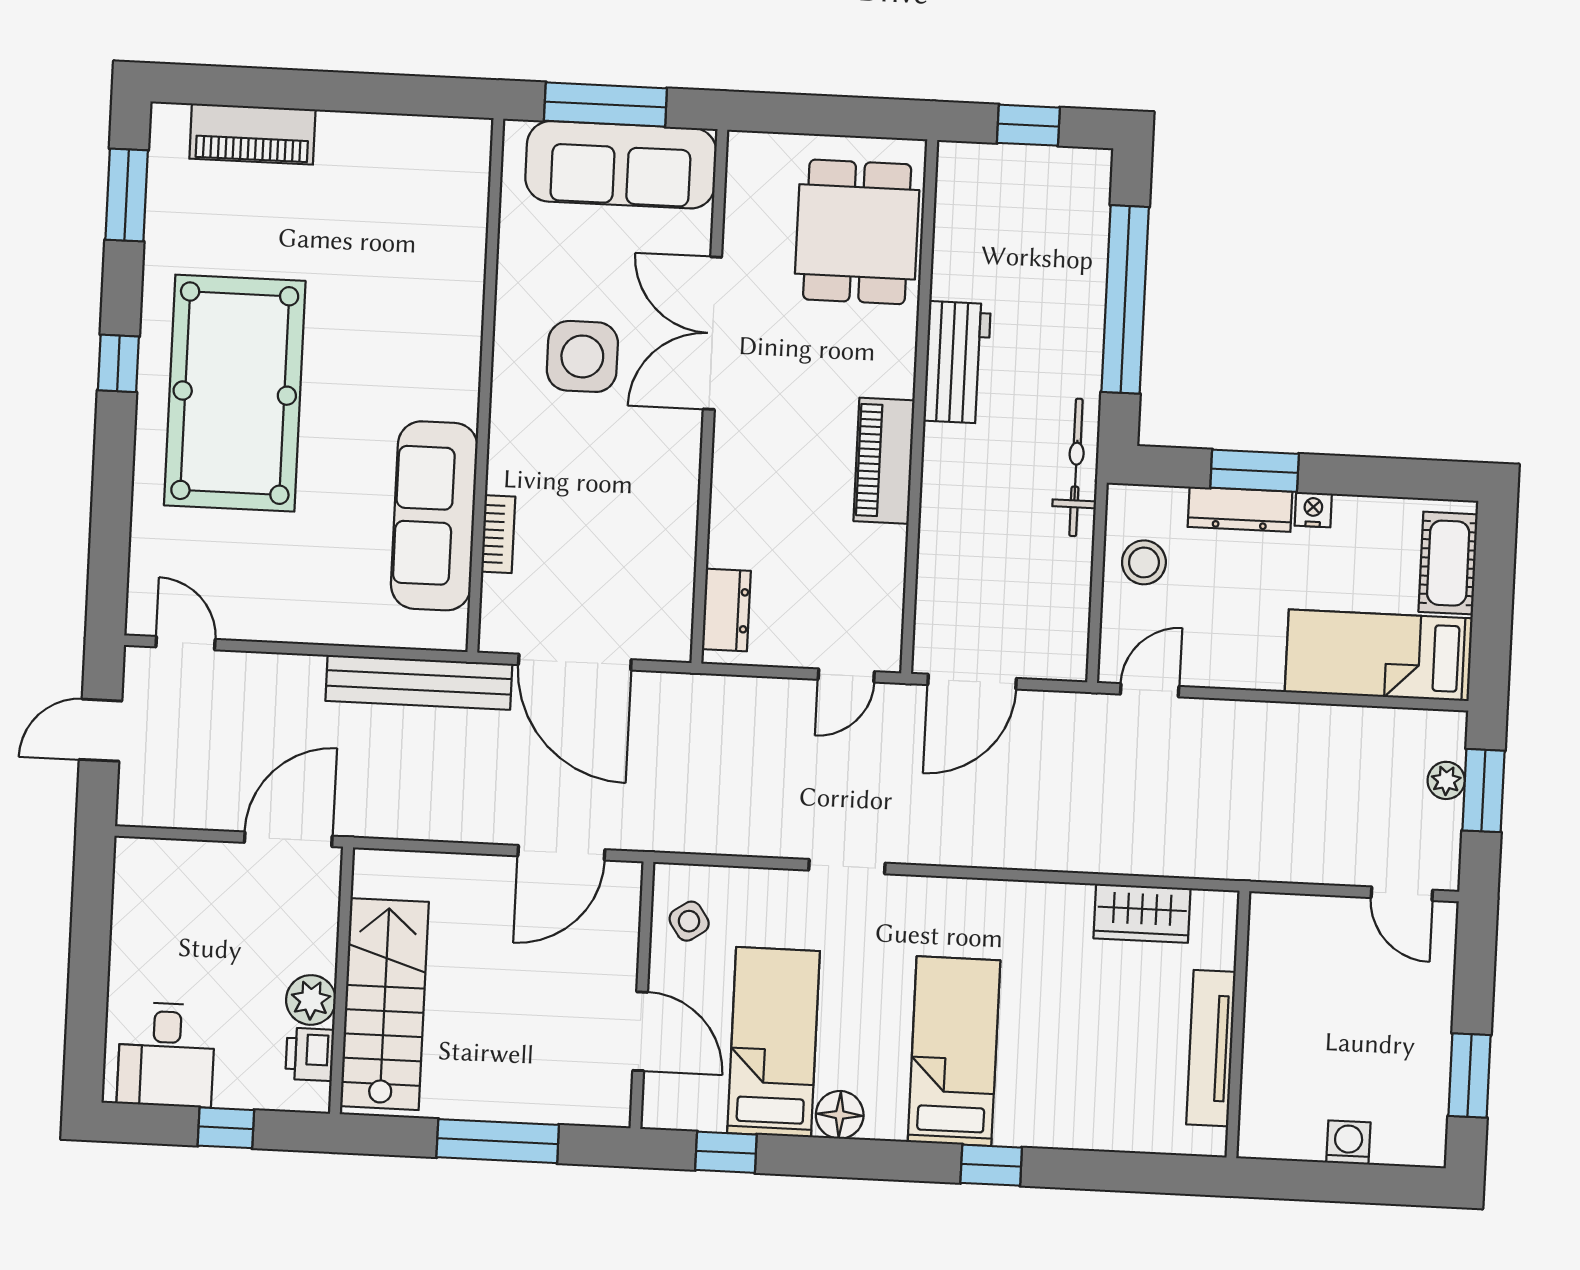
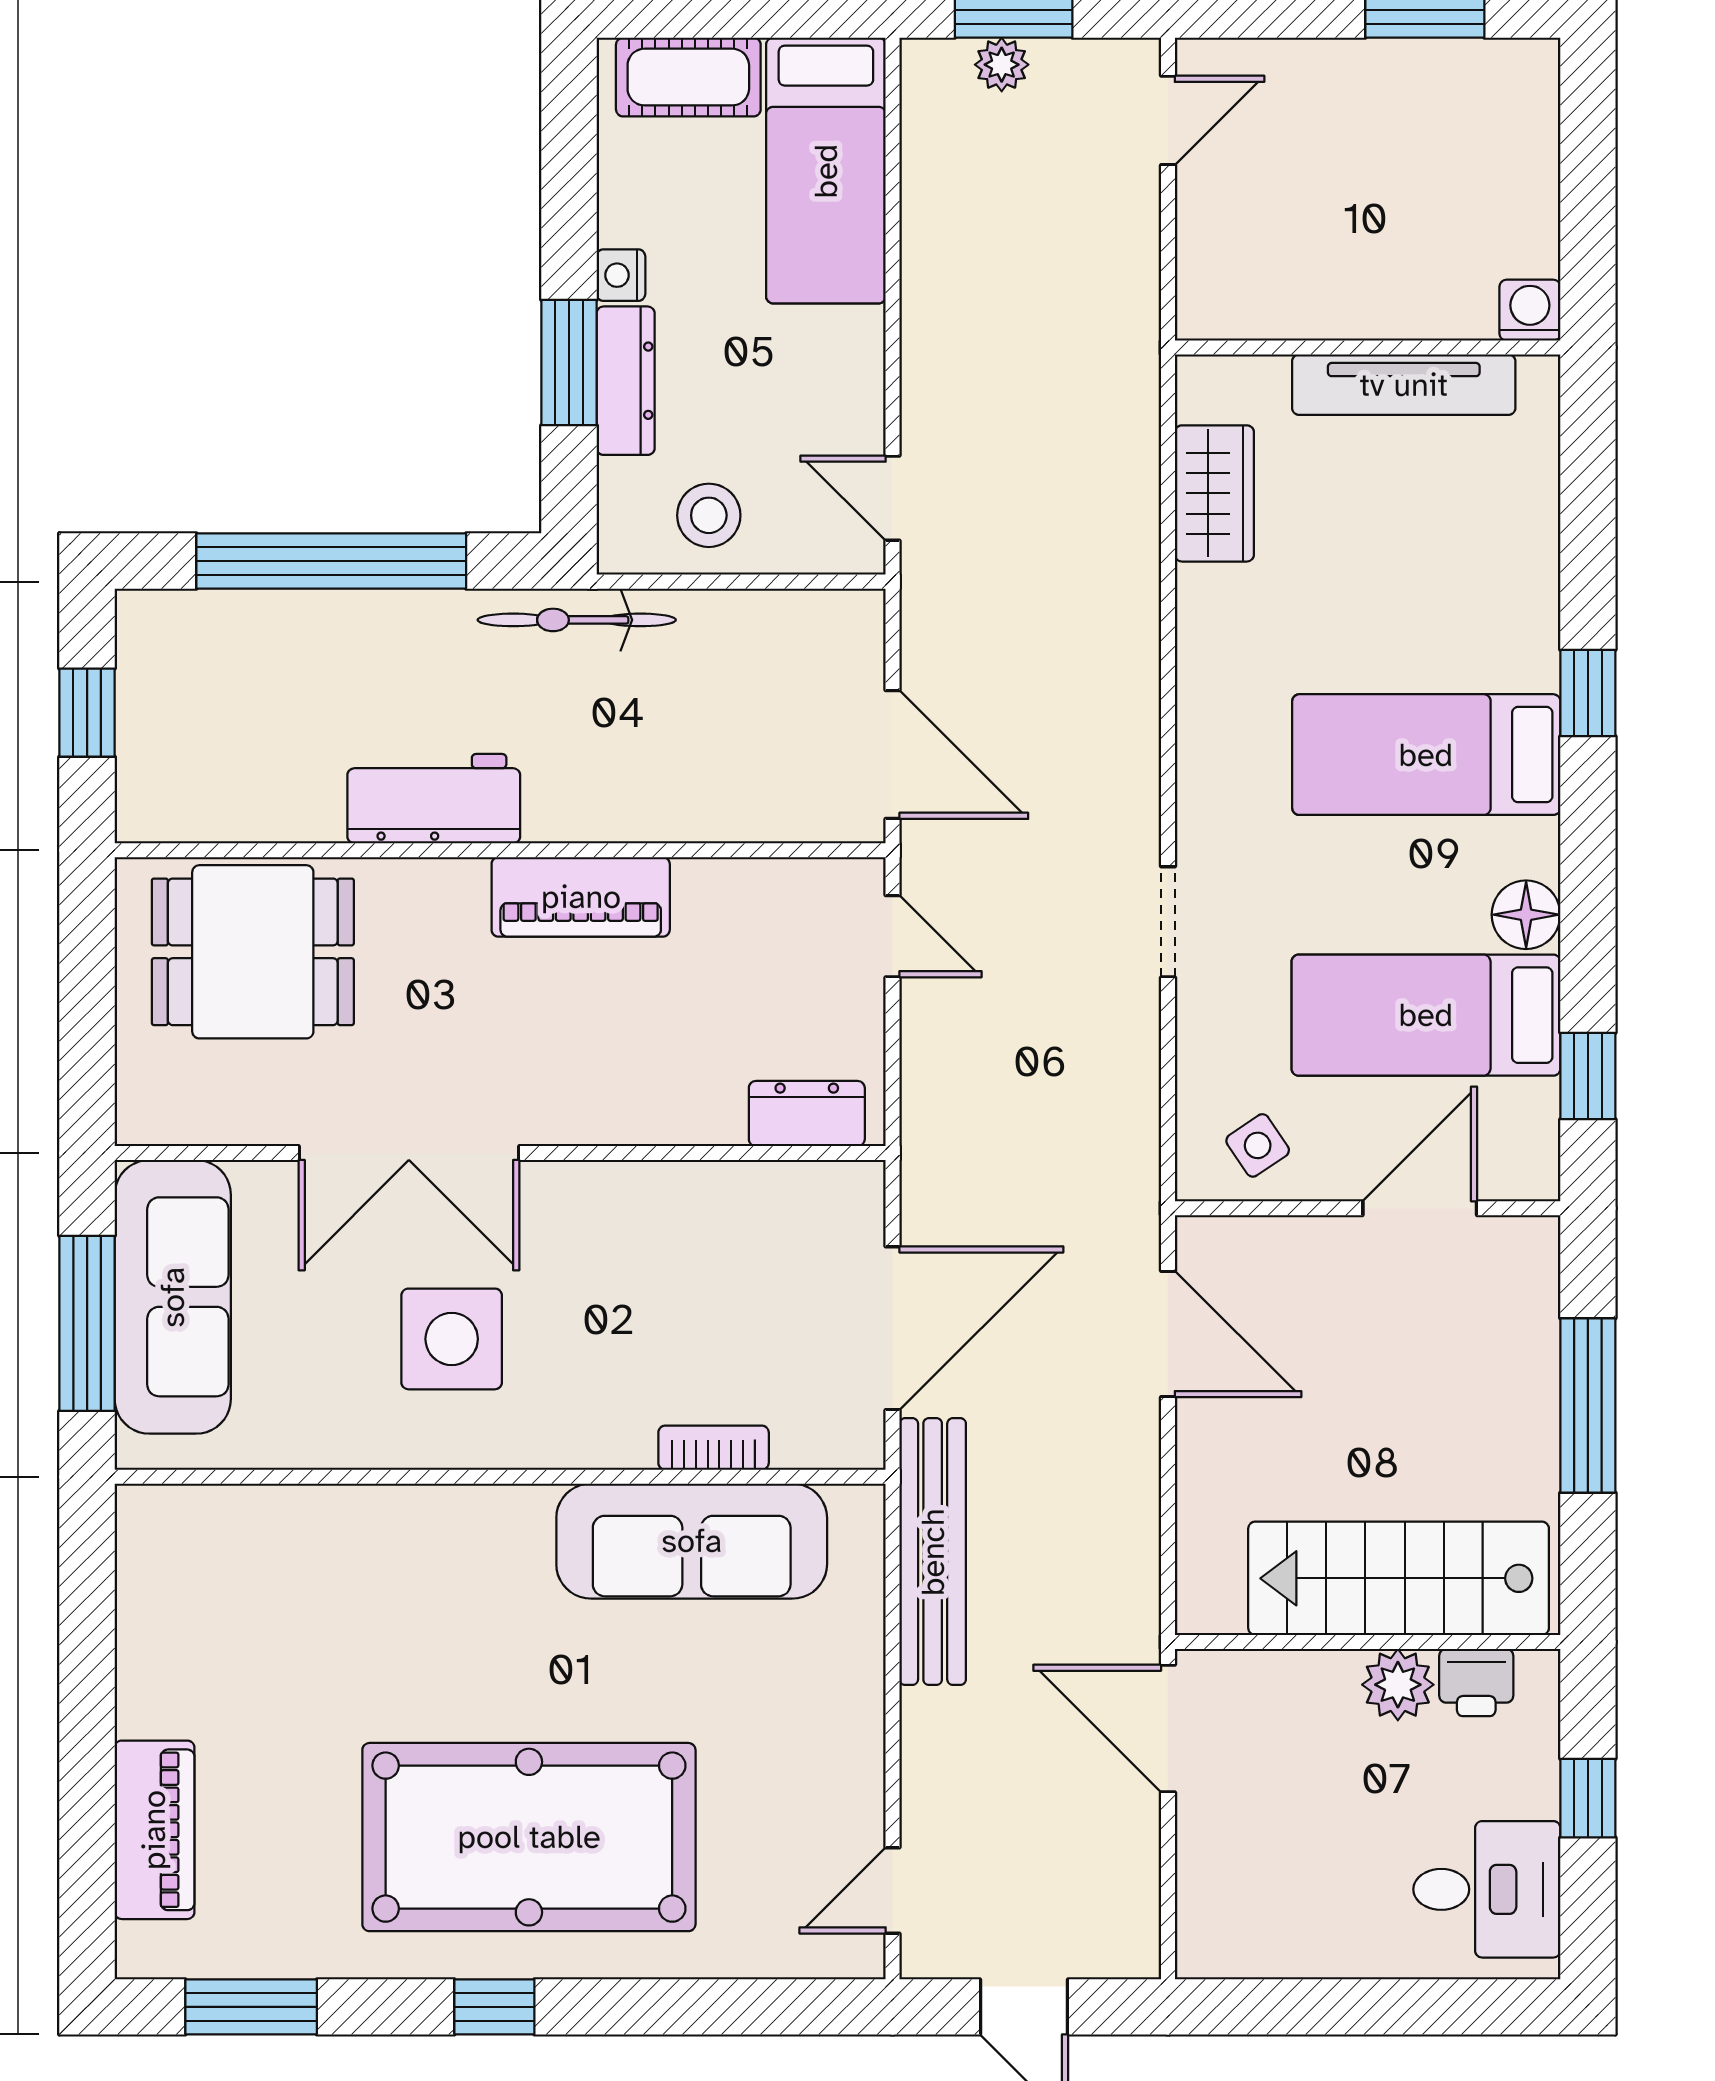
washing machine: (1348, 1142) -> (1530, 310), moved, turned 90

